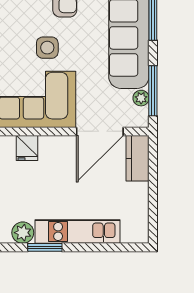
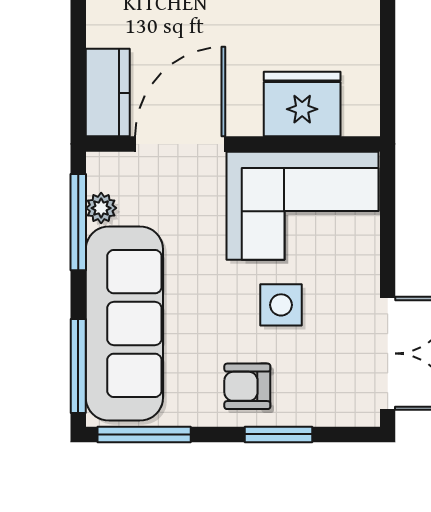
fridge: (27, 148) -> (302, 104), width x1.88, depth x1.34

